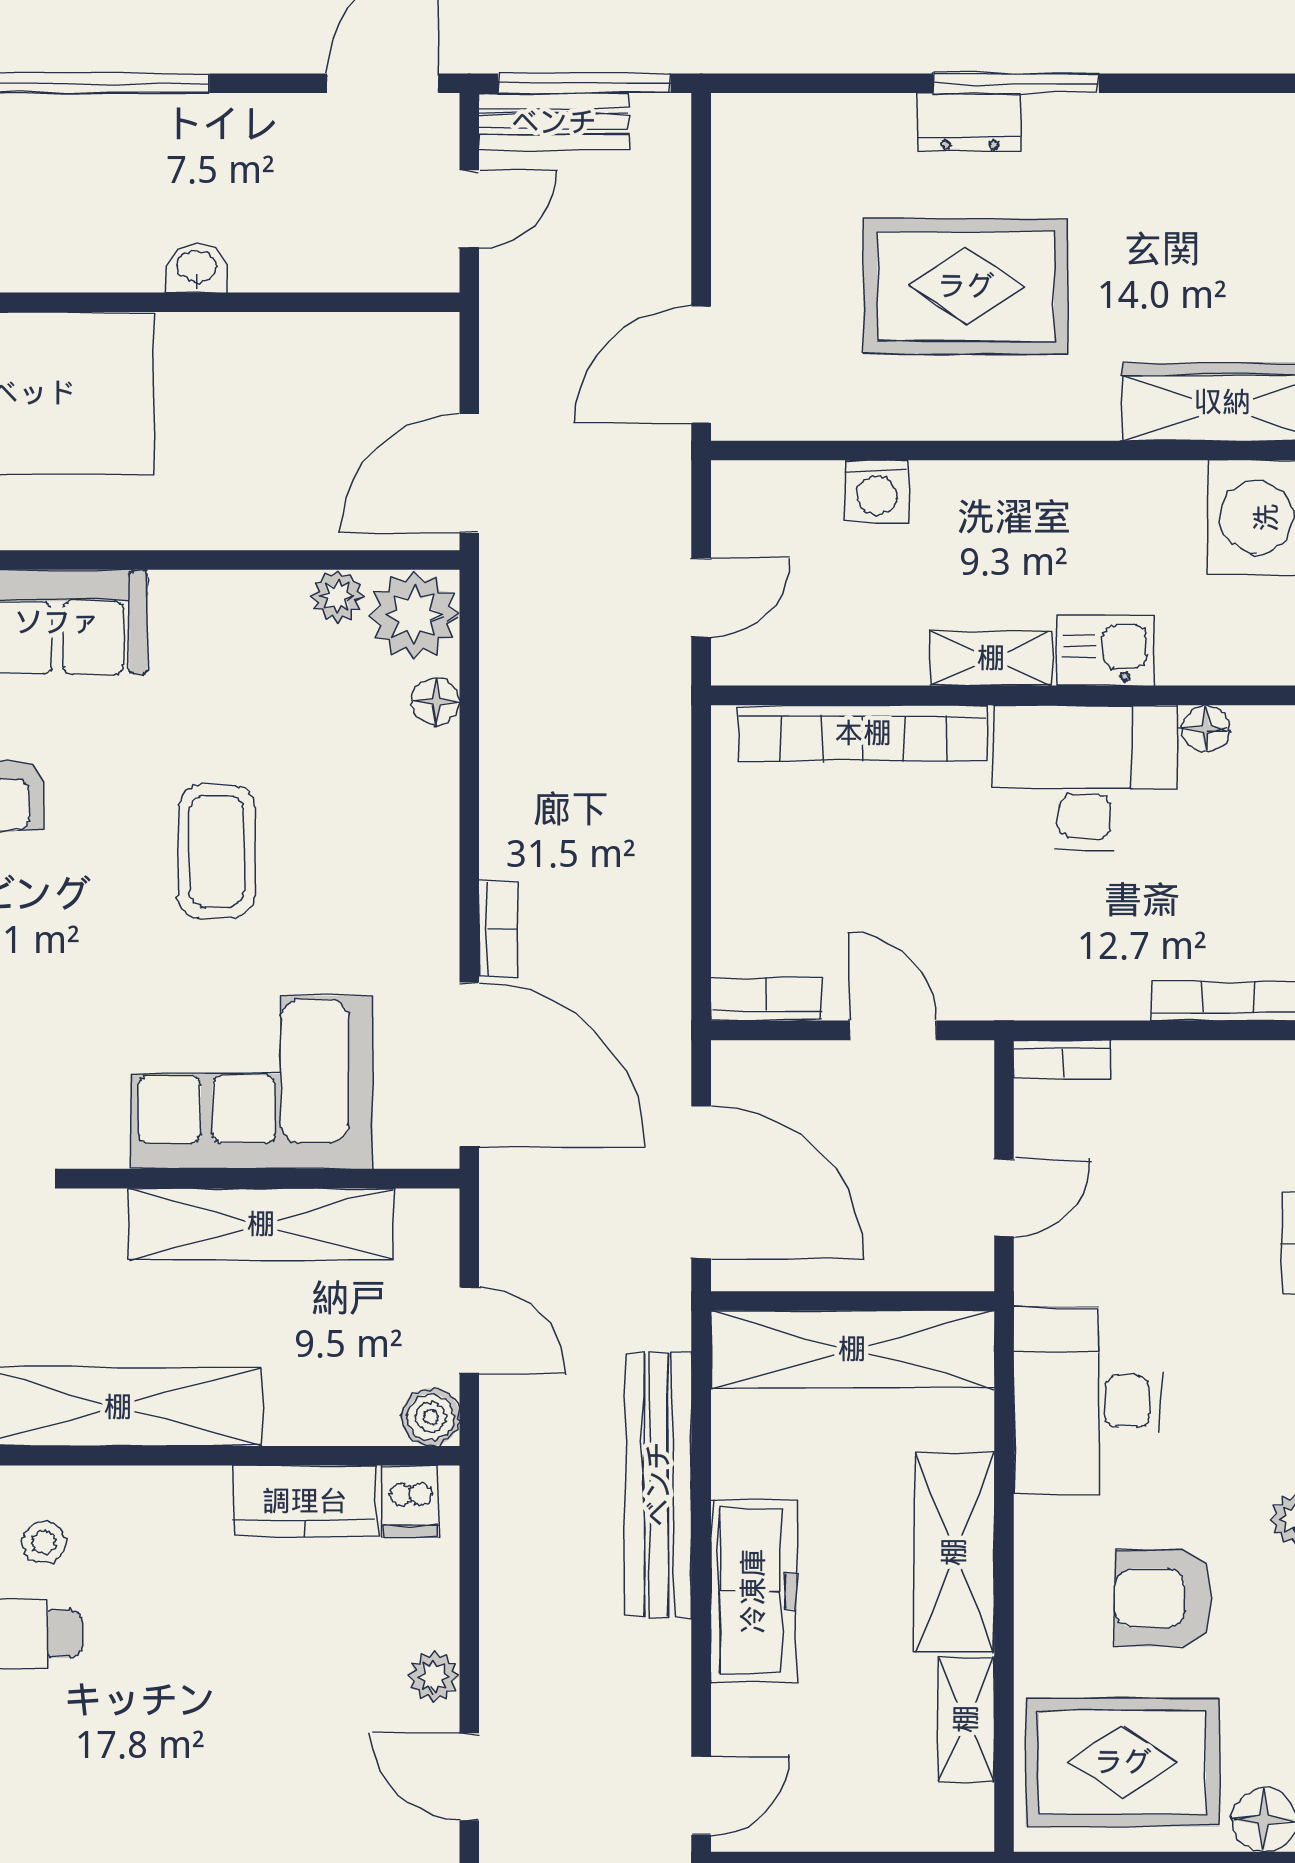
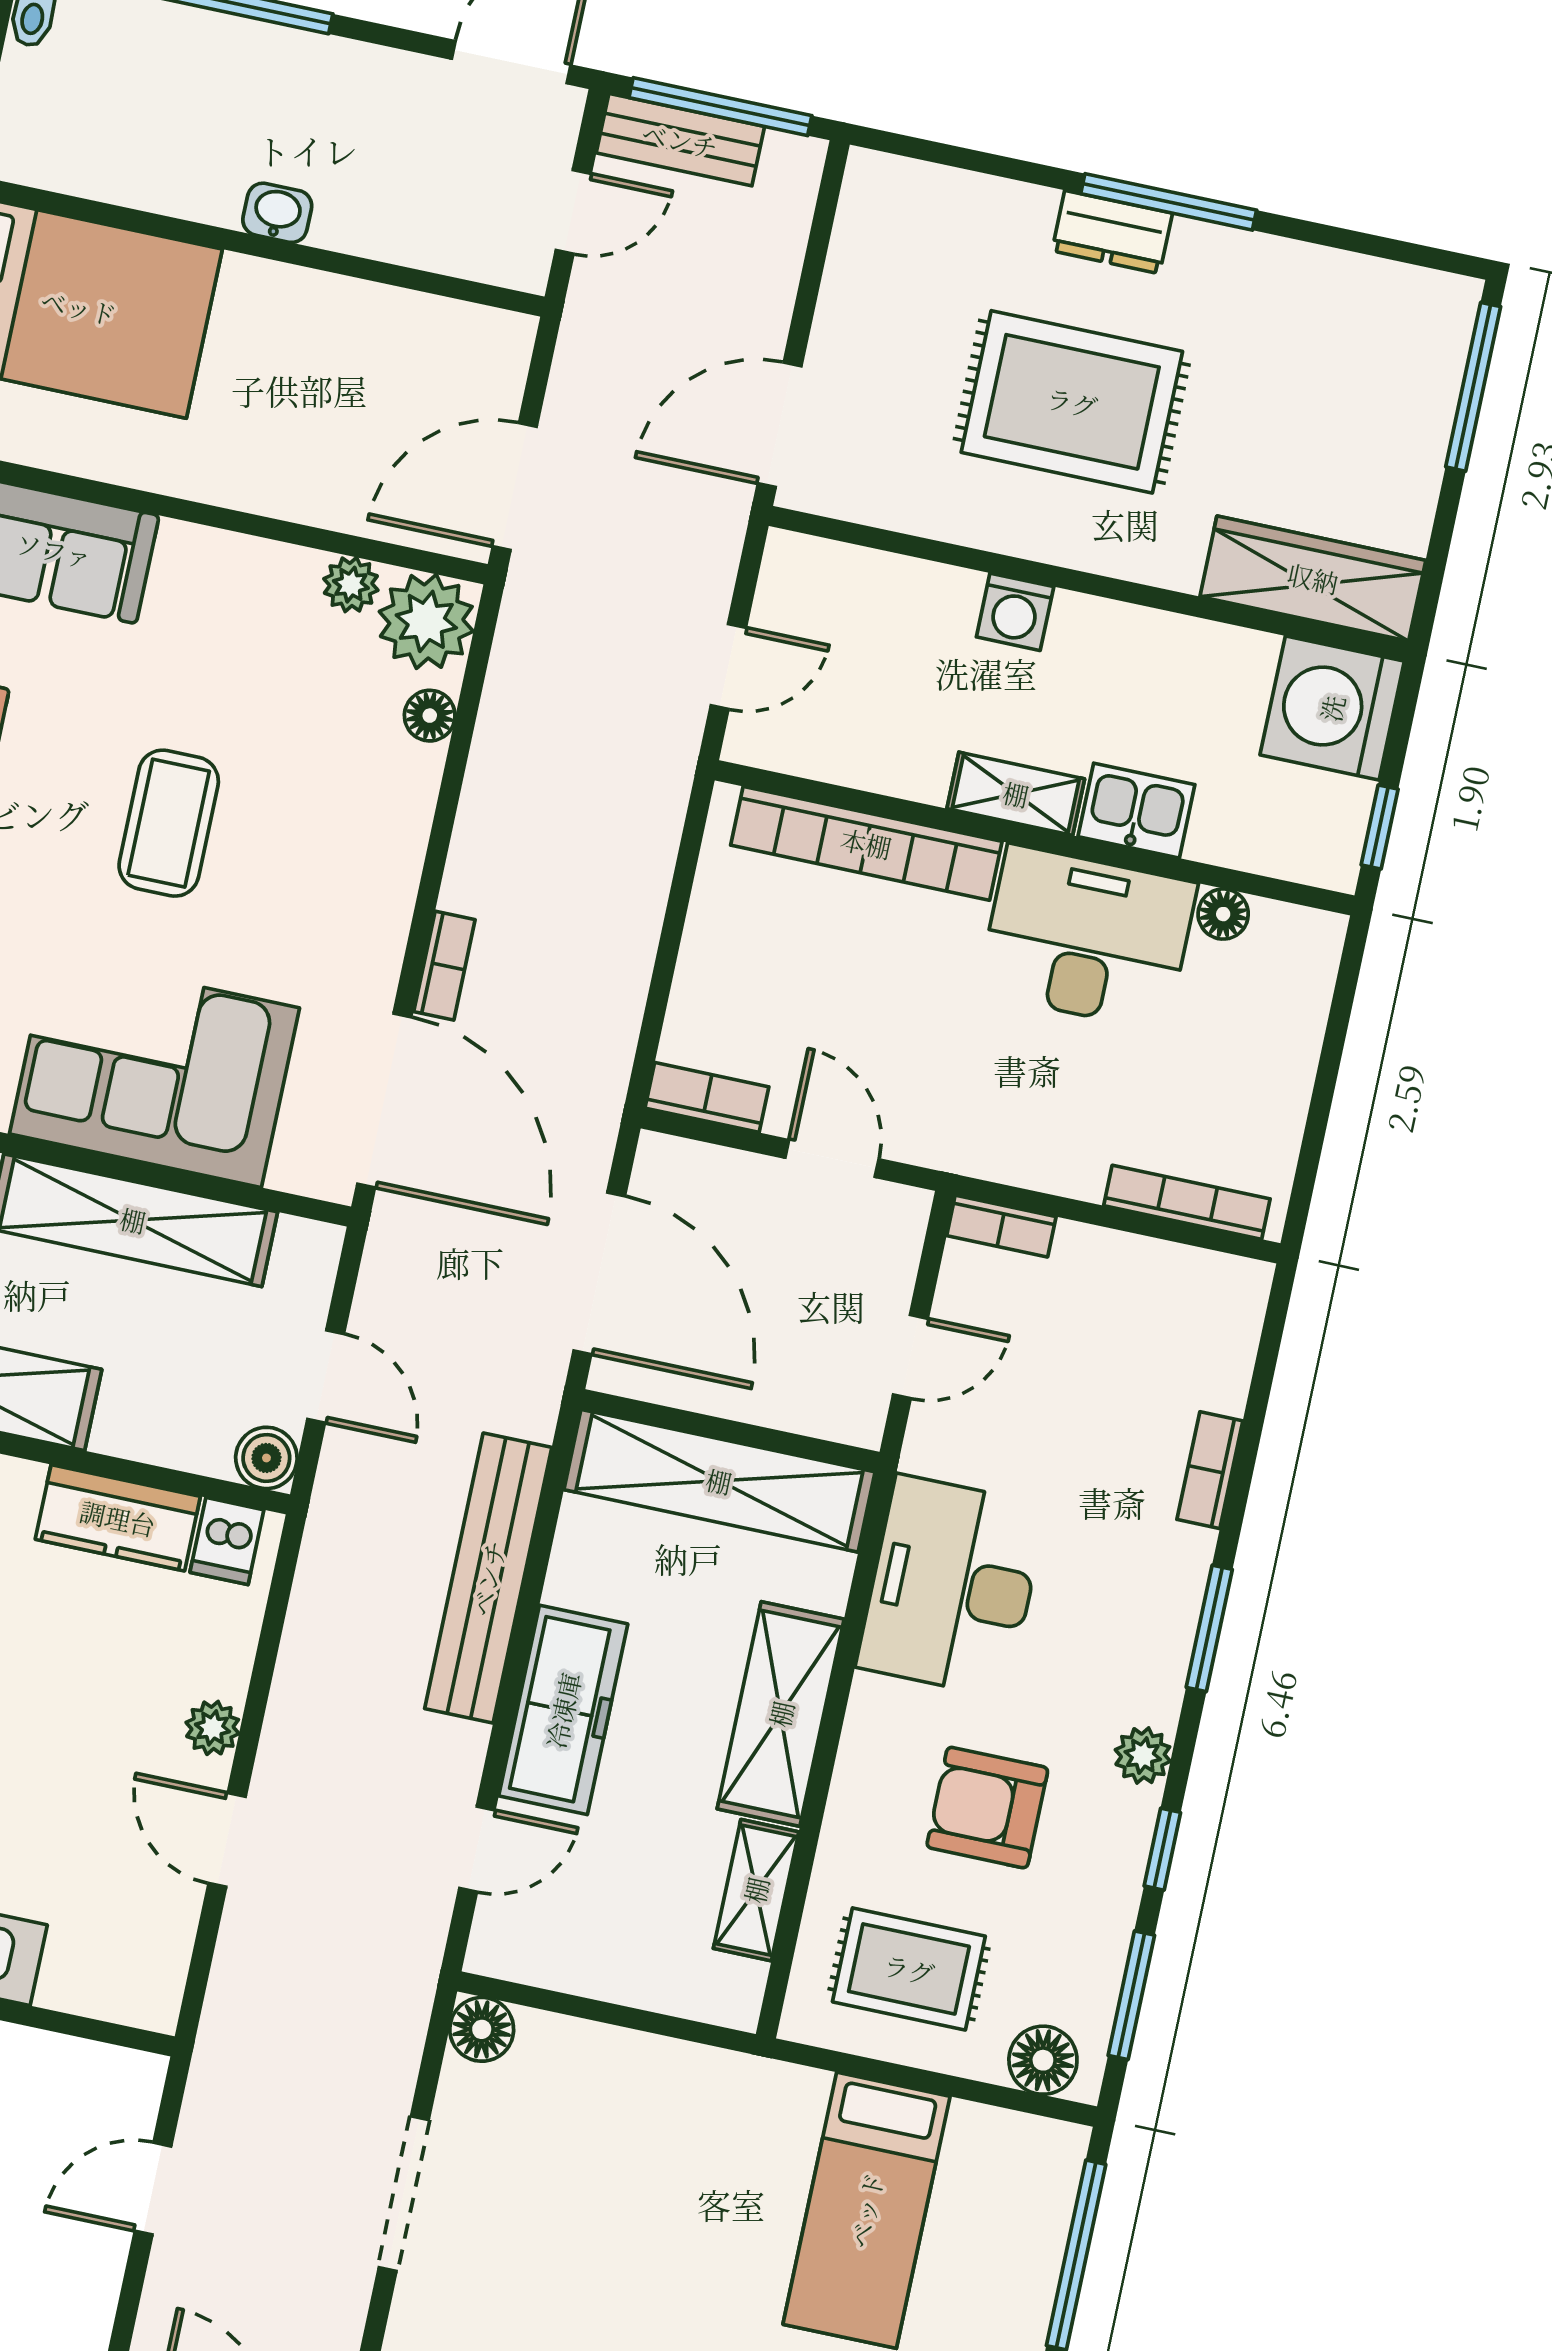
washing machine: (877, 491) -> (1015, 612), moved
rug: (1123, 1762) -> (909, 1969), width x0.73, depth x0.70
door: (701, 1796) -> (477, 1849), moved

